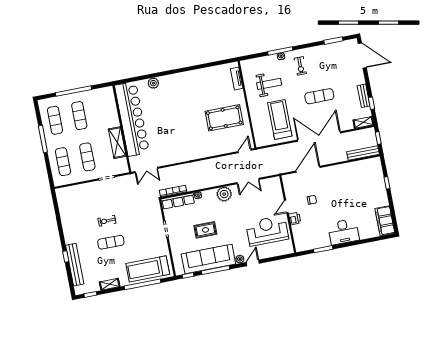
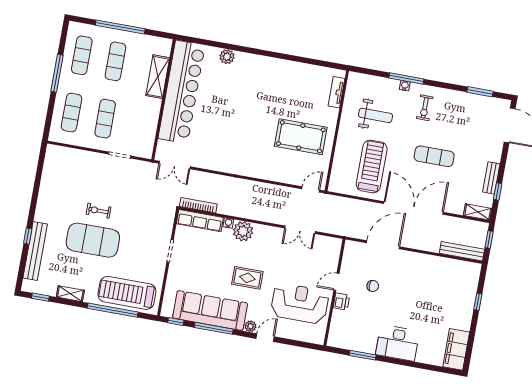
shelving: (117, 143) -> (158, 77), moved
plant: (224, 194) -> (243, 231), moved
rug: (205, 230) -> (247, 278), moved
exercise mat: (111, 242) -> (93, 240), width x2.00, depth x1.45

